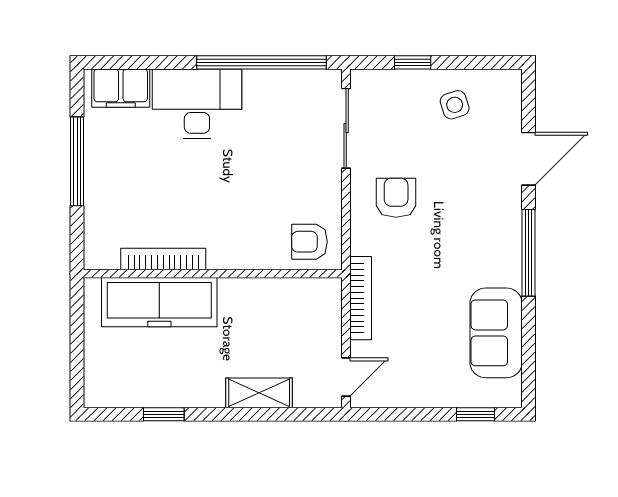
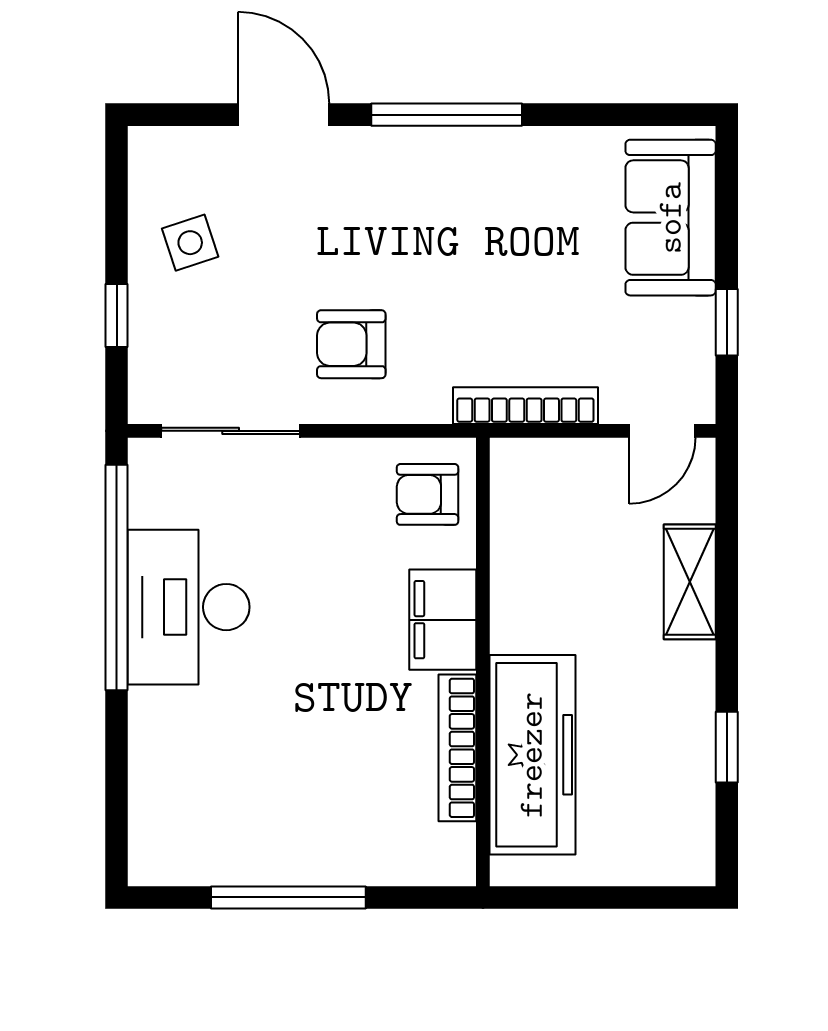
filing cabinet: (121, 88) -> (443, 620), moved, turned 180
desk: (197, 104) -> (189, 607), moved
armchair: (309, 242) -> (428, 494), turned 90
sofa: (496, 333) -> (671, 218), moved, turned 90
door: (346, 377) -> (662, 431), swing flipped
window: (475, 414) -> (727, 322), moved

